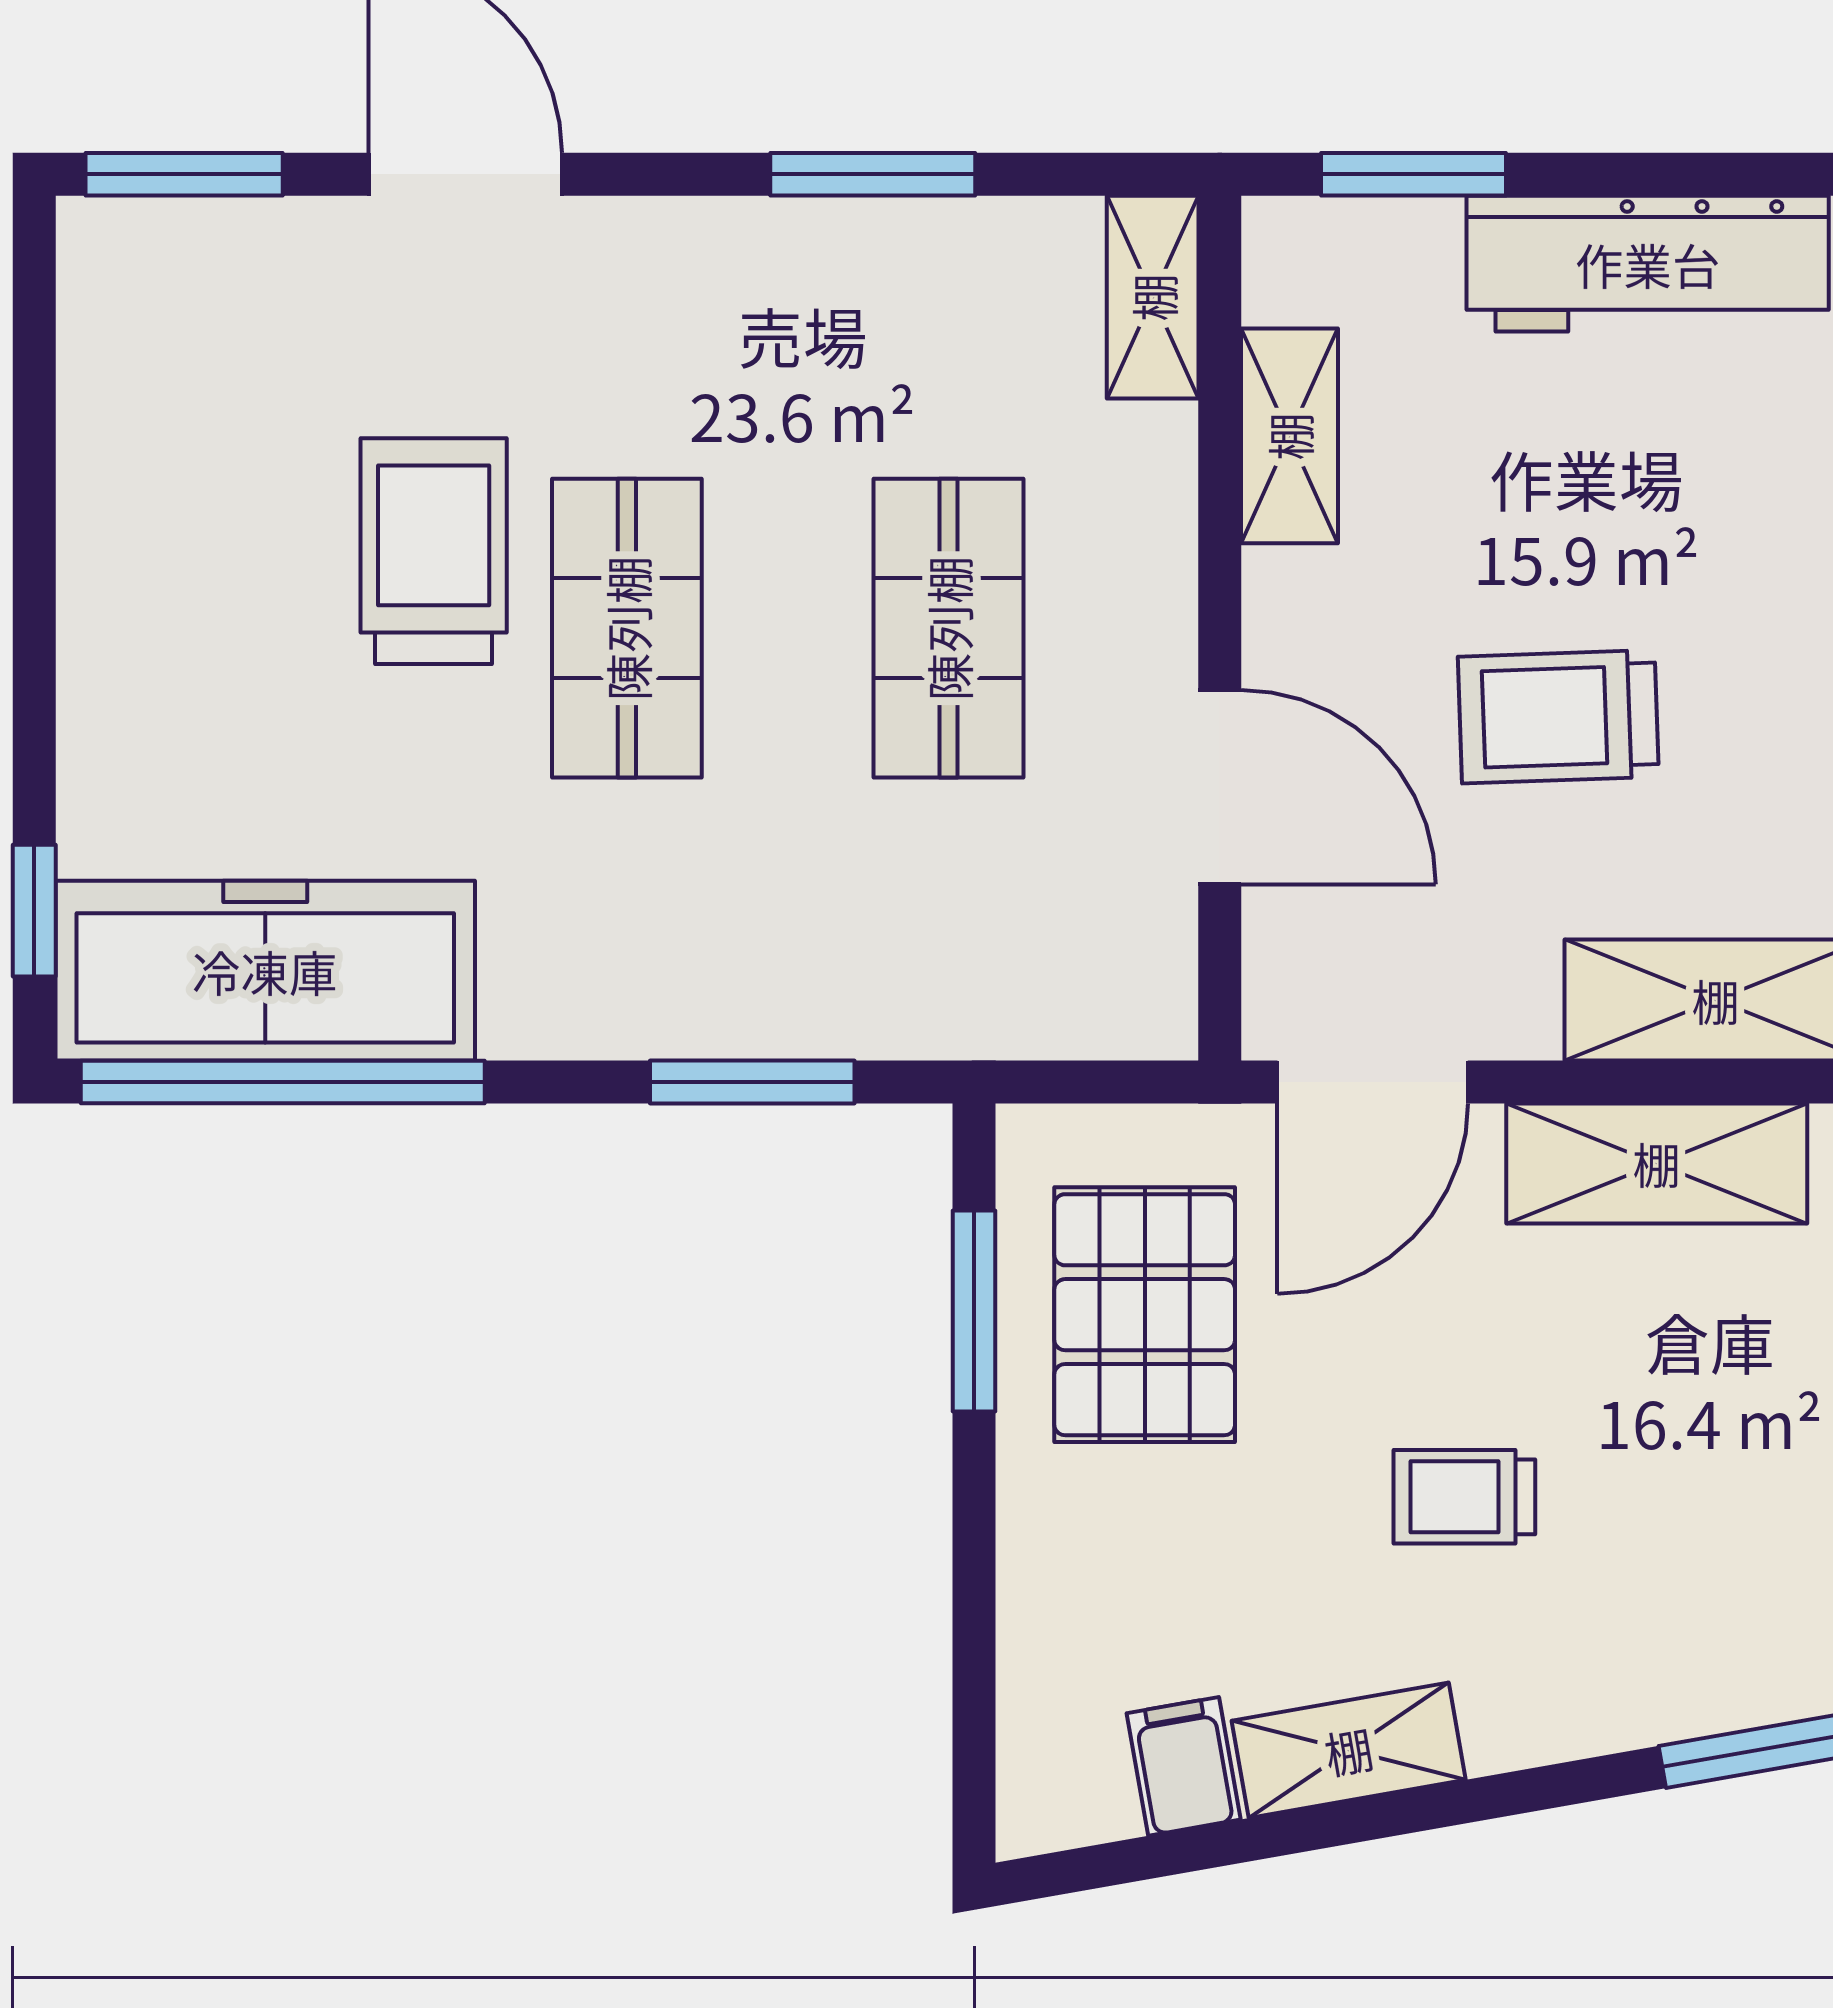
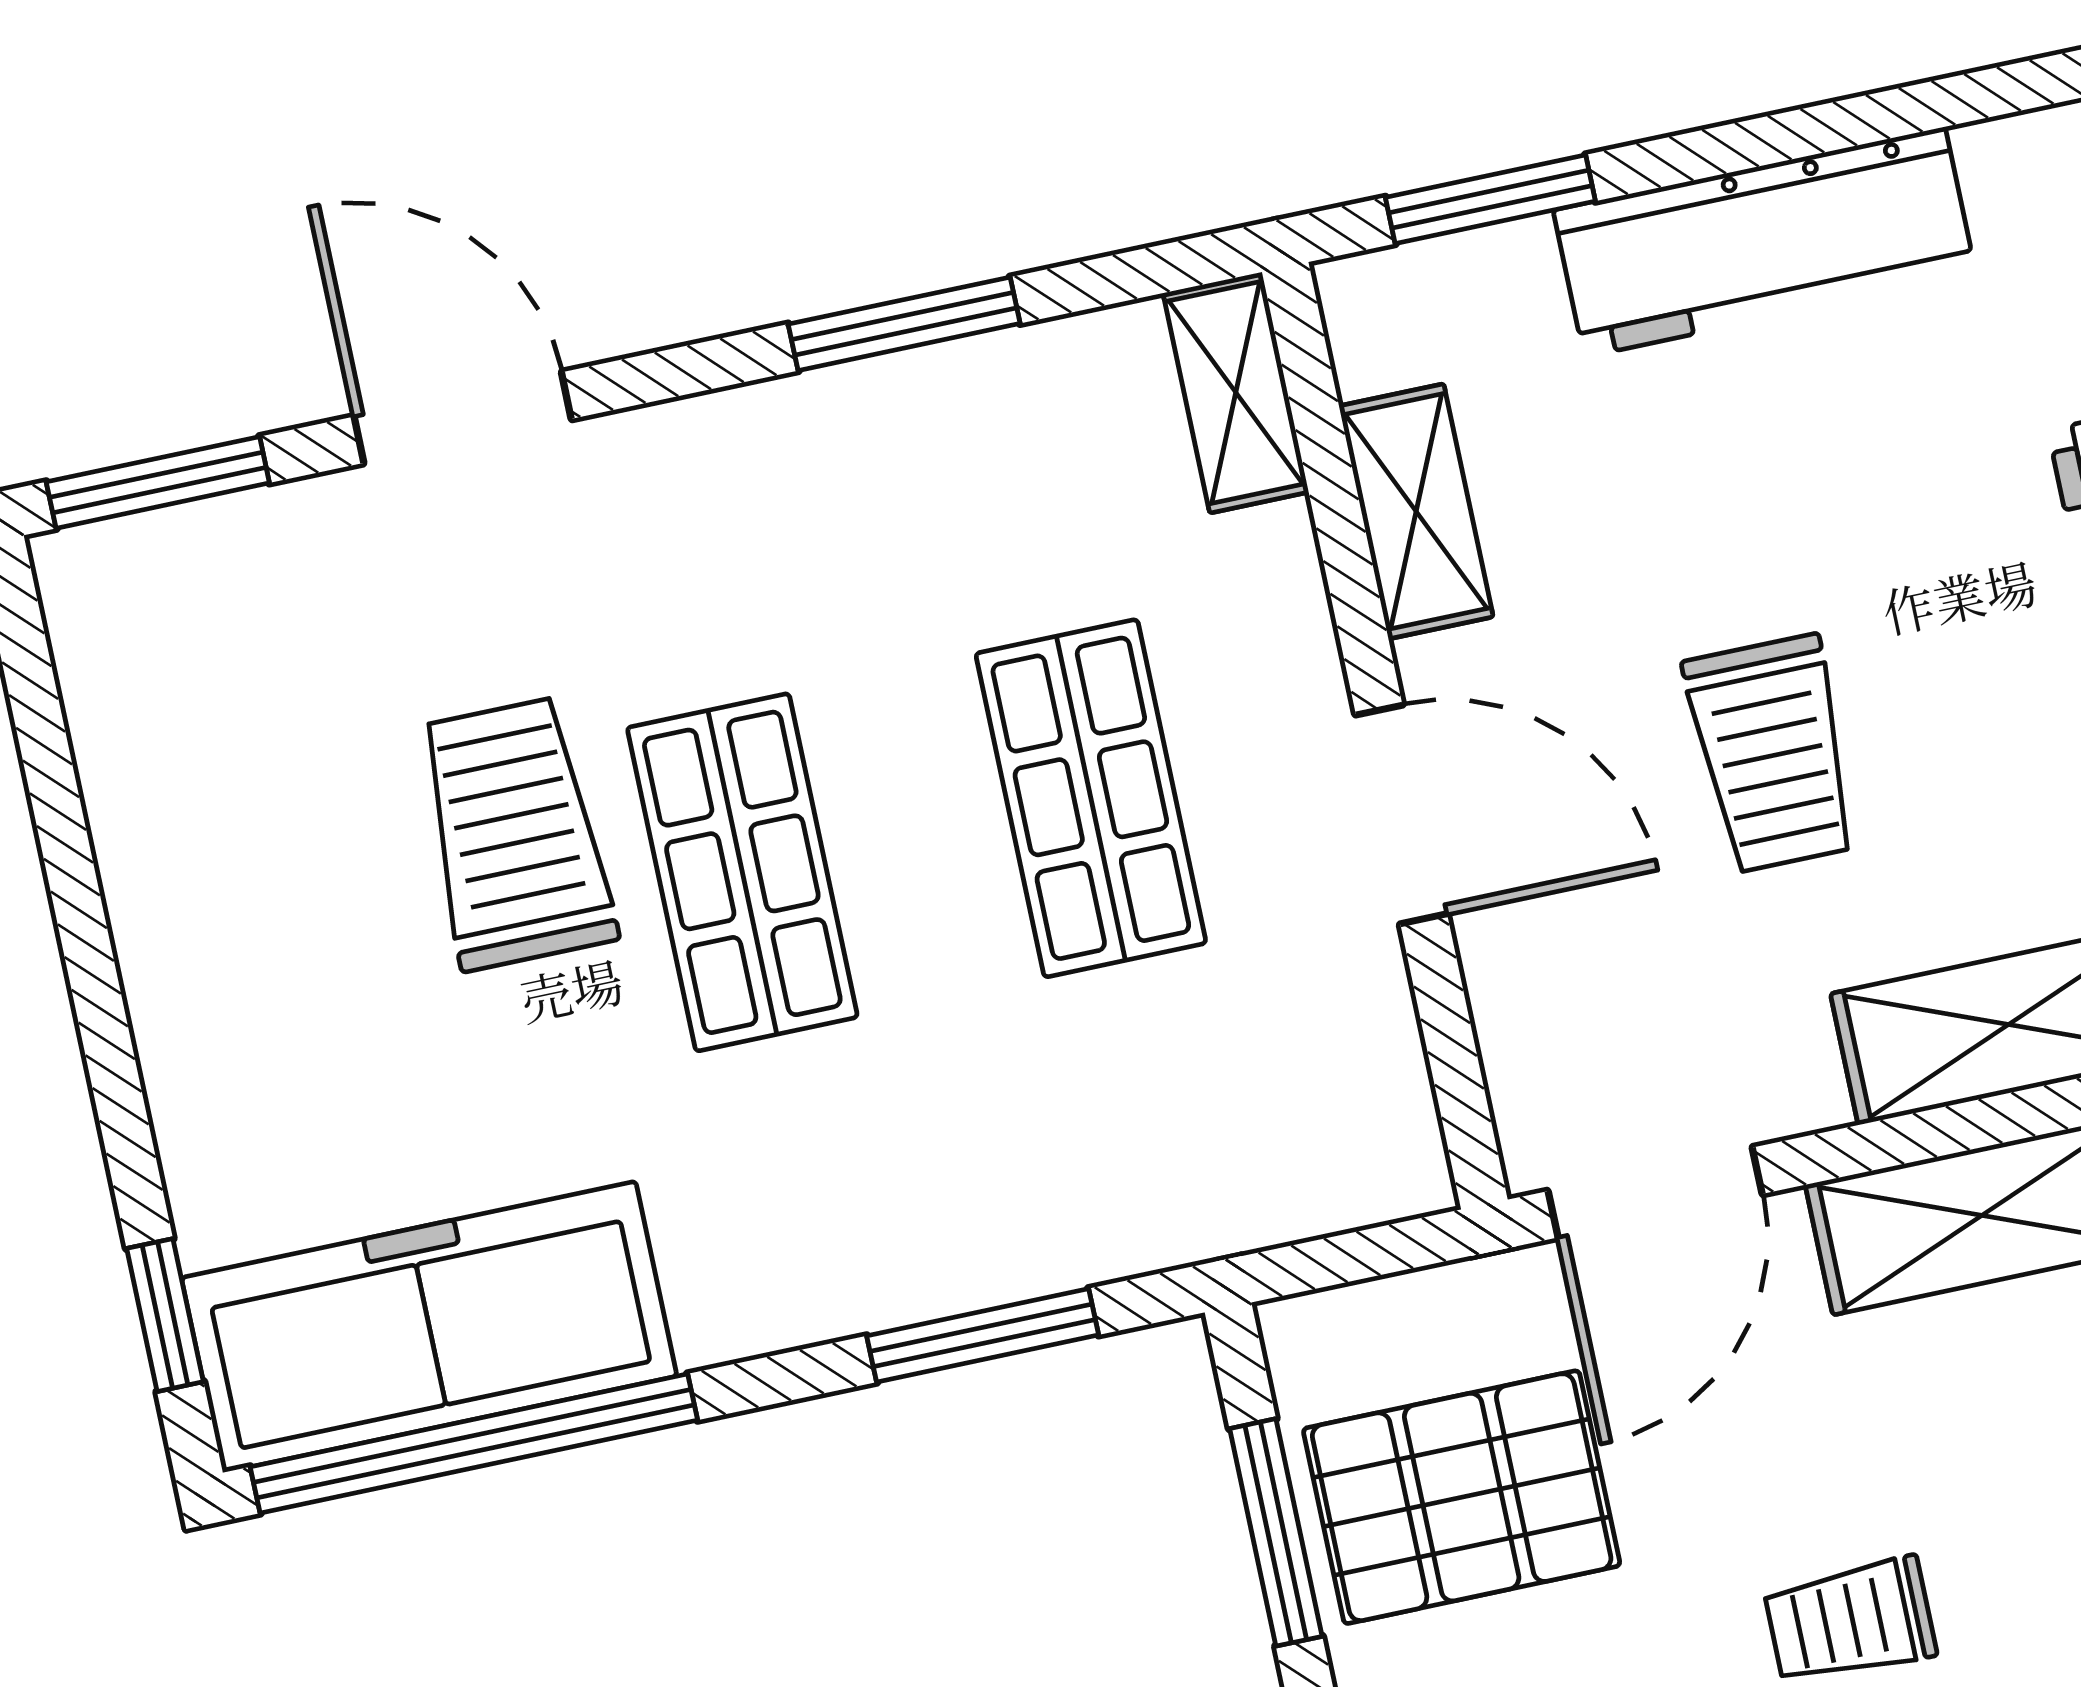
trolley: (1558, 717) -> (1772, 754), turned -88
door: (1220, 787) -> (1401, 814), moved
pallet: (1145, 1315) -> (1462, 1497), turned 90

